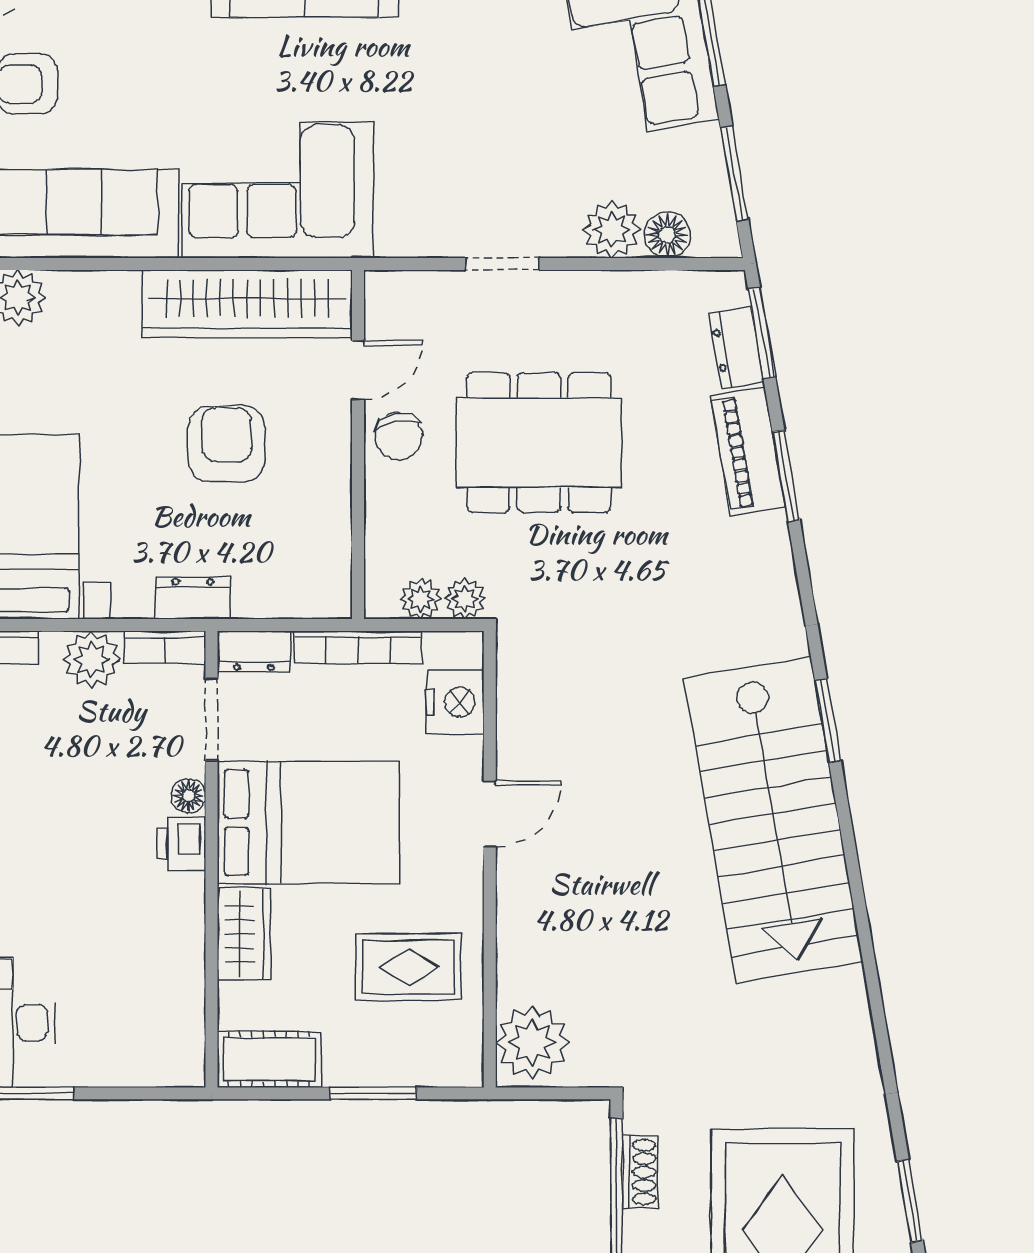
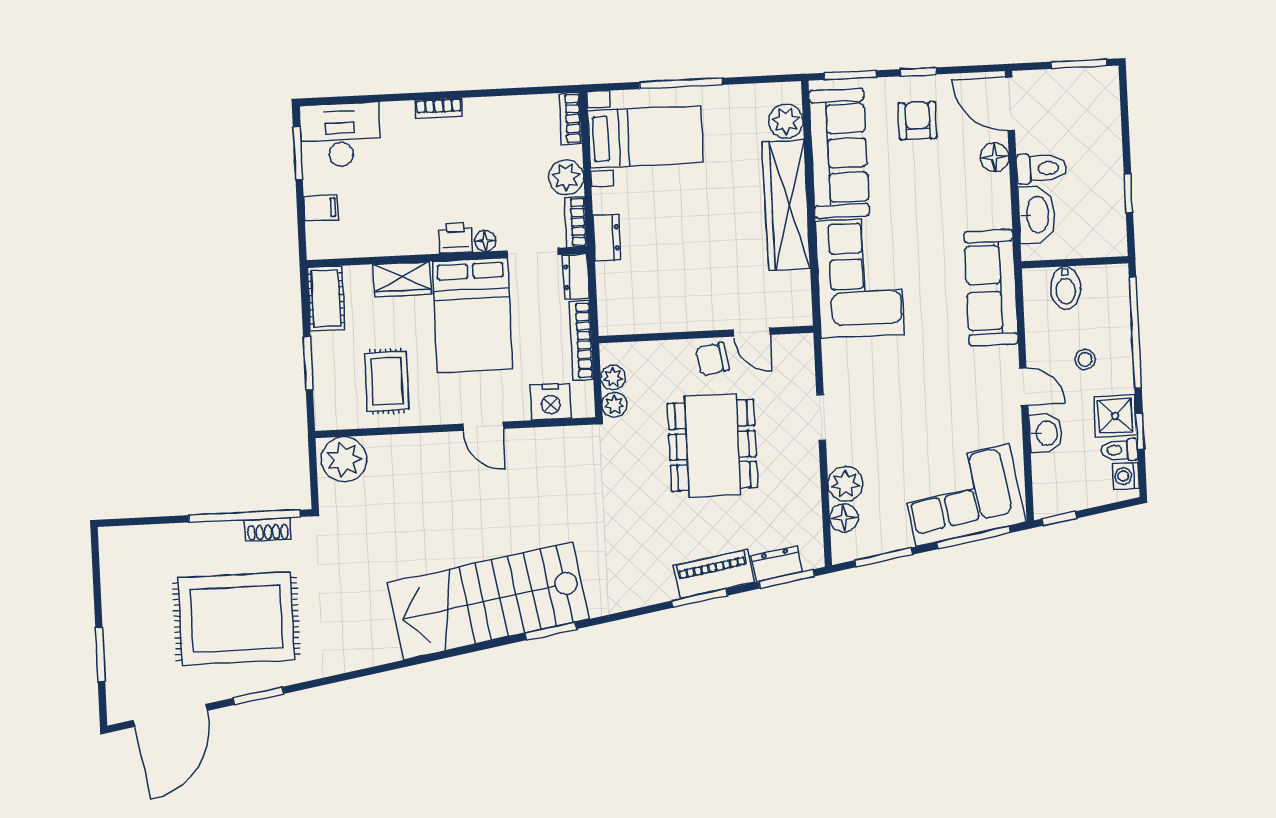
wardrobe: (247, 304) -> (786, 205), moved
armchair: (227, 444) -> (702, 254), removed
filing cabinet: (122, 1060) -> (321, 208), added

